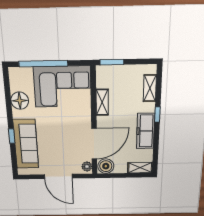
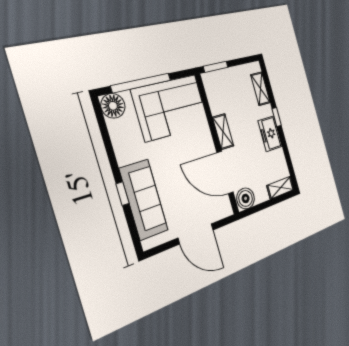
floor lamp: (20, 101) -> (113, 106), moved
shelving: (102, 102) -> (223, 132), moved
freezer: (146, 131) -> (270, 134), width x0.71
door: (94, 144) -> (225, 173), swing flipped
plant: (87, 166) -> (225, 207), removed

